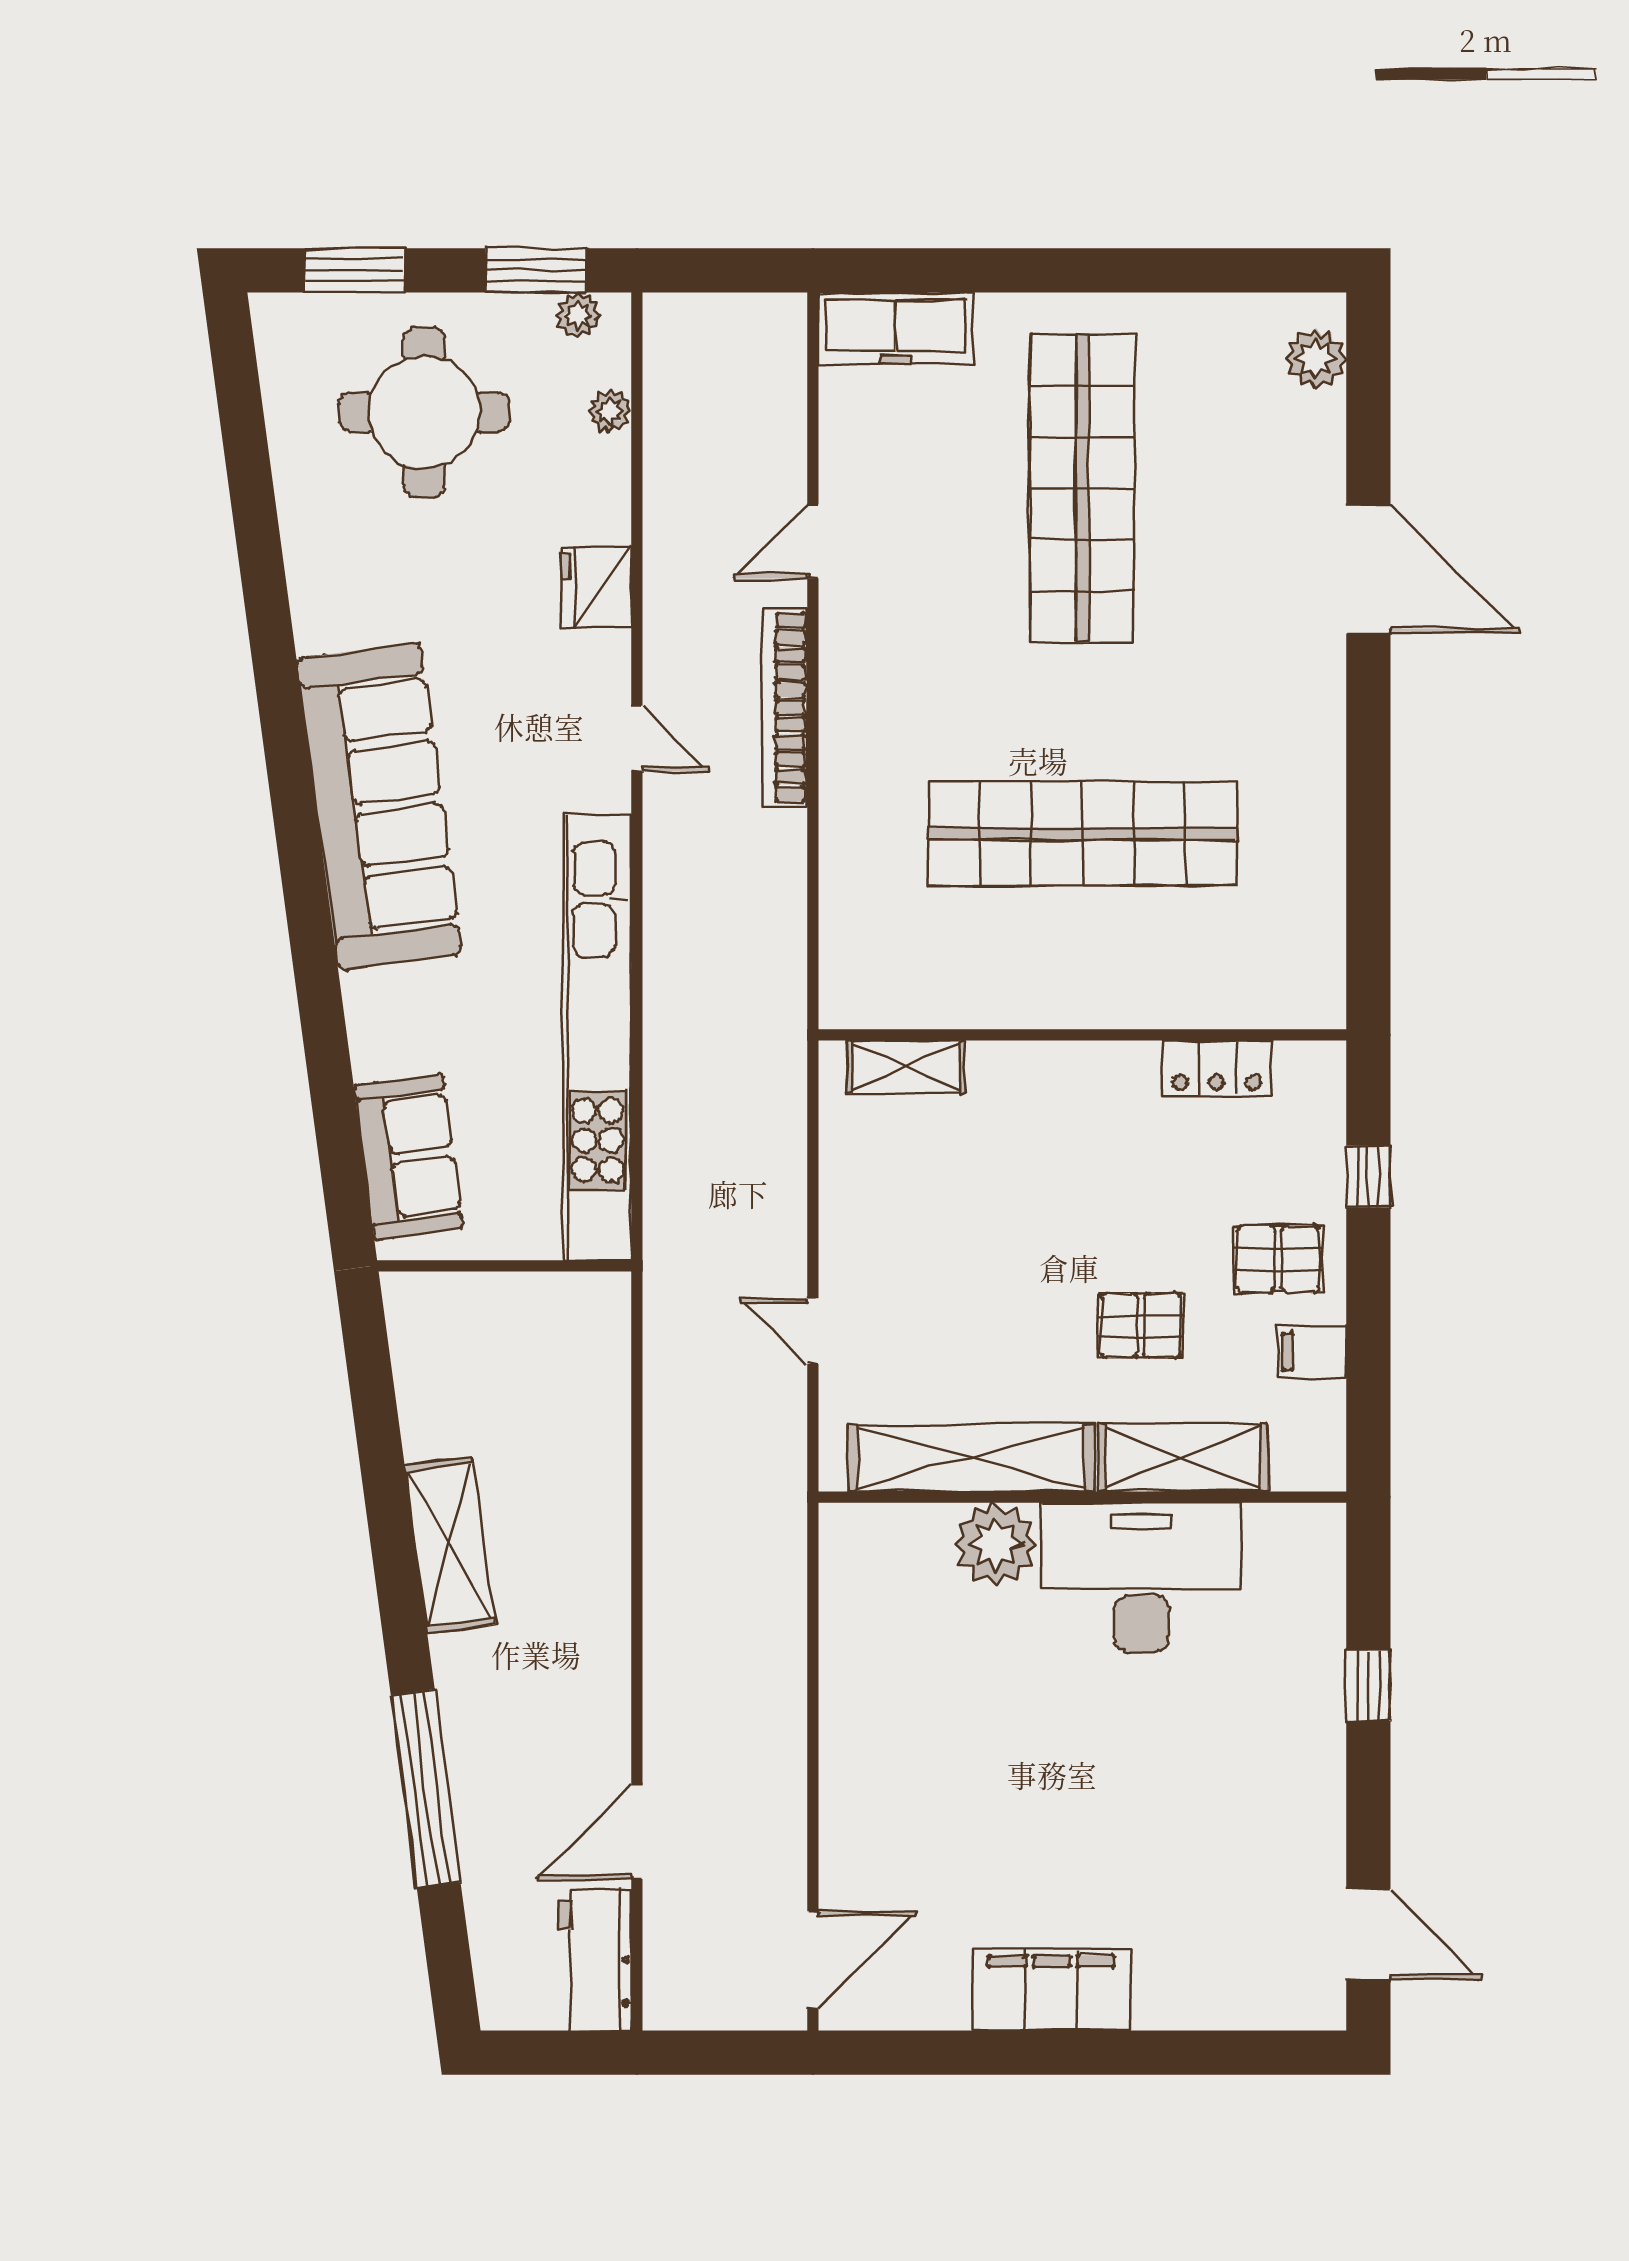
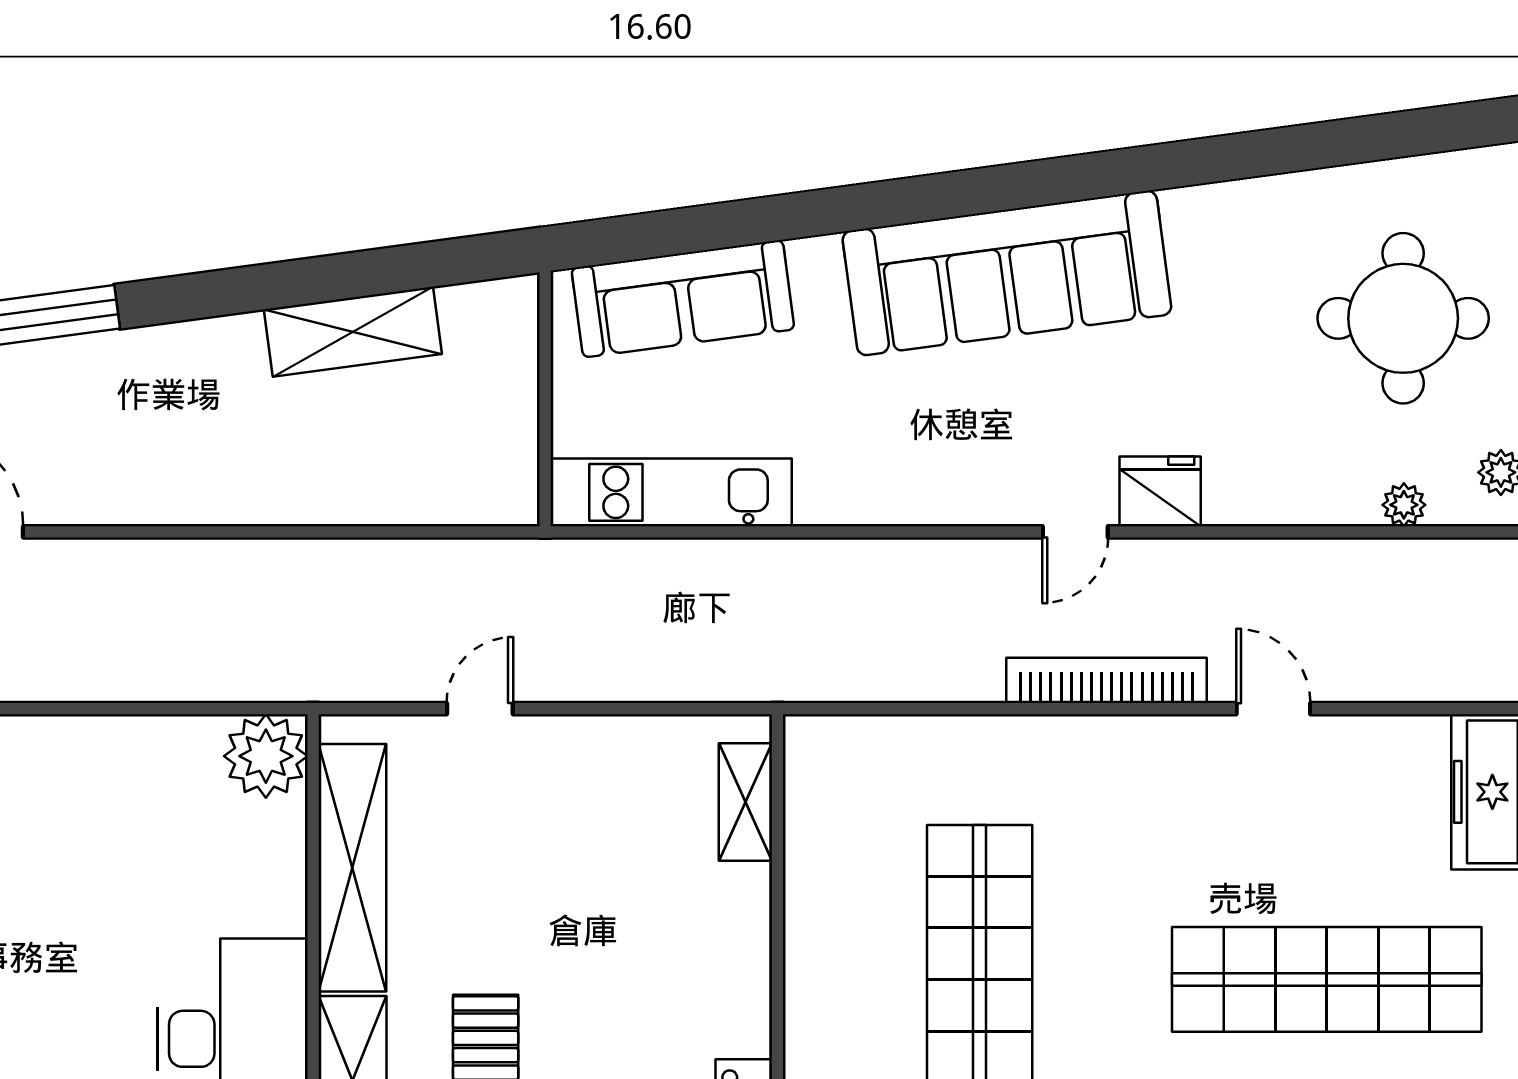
fridge: (597, 588) -> (1160, 491), moved
kitchen unit: (598, 1038) -> (671, 492), width x0.54
sofa: (409, 1157) -> (683, 299), width x1.36
plant: (995, 1544) -> (266, 756), moved
shelving: (449, 1545) -> (353, 332), moved

